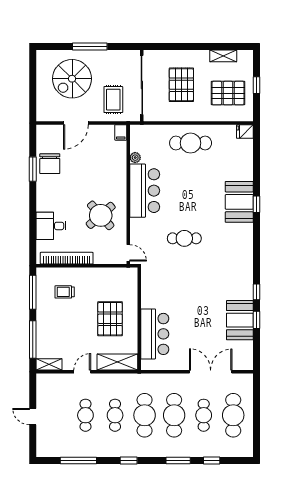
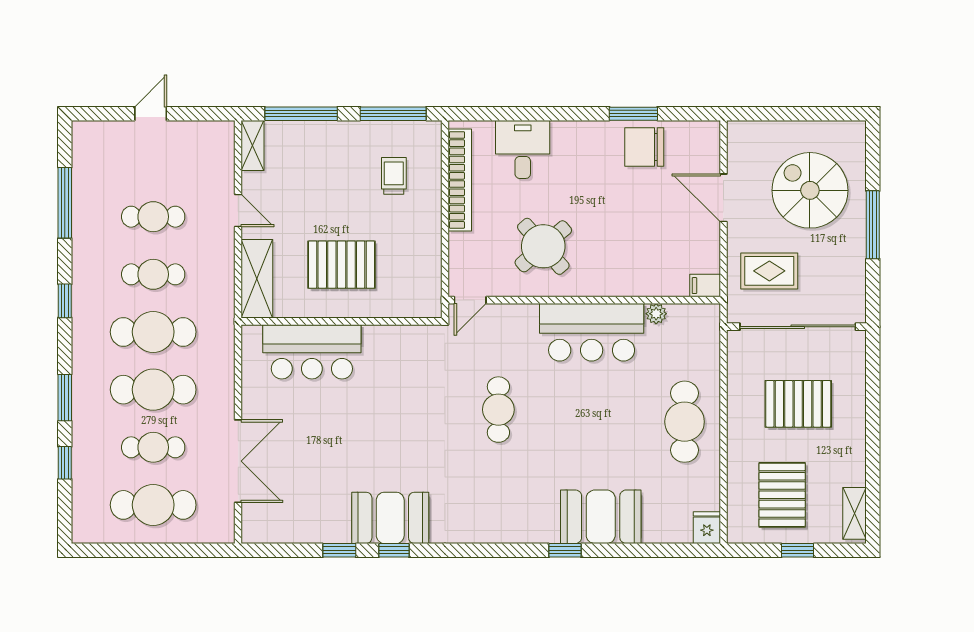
shelving: (223, 56) -> (854, 513), moved
booth: (239, 202) -> (601, 517), moved
booth: (240, 320) -> (390, 518), moved

